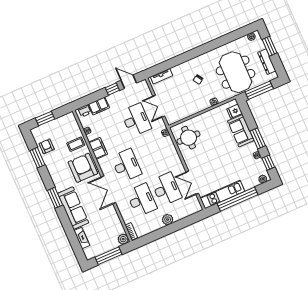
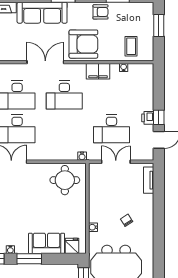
filing cabinet: (99, 106) -> (146, 93), removed
printer: (84, 111) -> (148, 118), moved
coffee table: (76, 144) -> (131, 46), moved
armchair: (47, 146) -> (100, 12), moved

